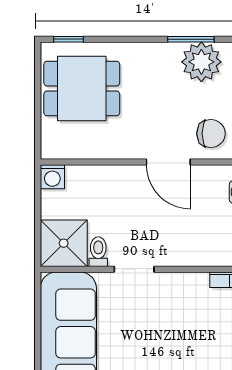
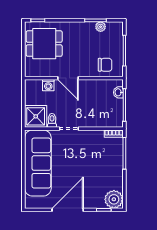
plant: (201, 62) -> (101, 27), width x0.53, depth x0.53
door: (168, 162) -> (68, 78), moved
washing machine: (52, 177) -> (48, 85), moved

